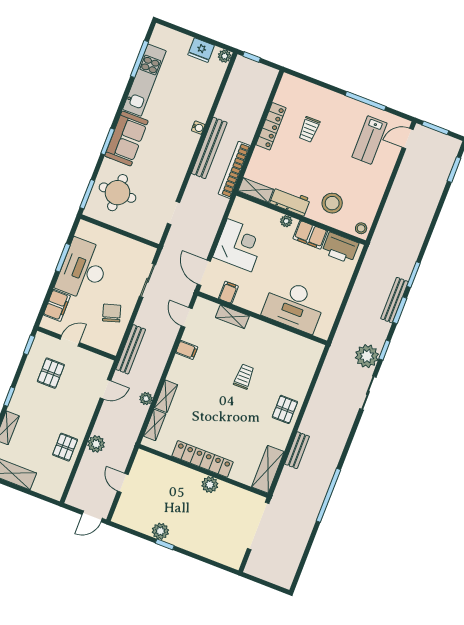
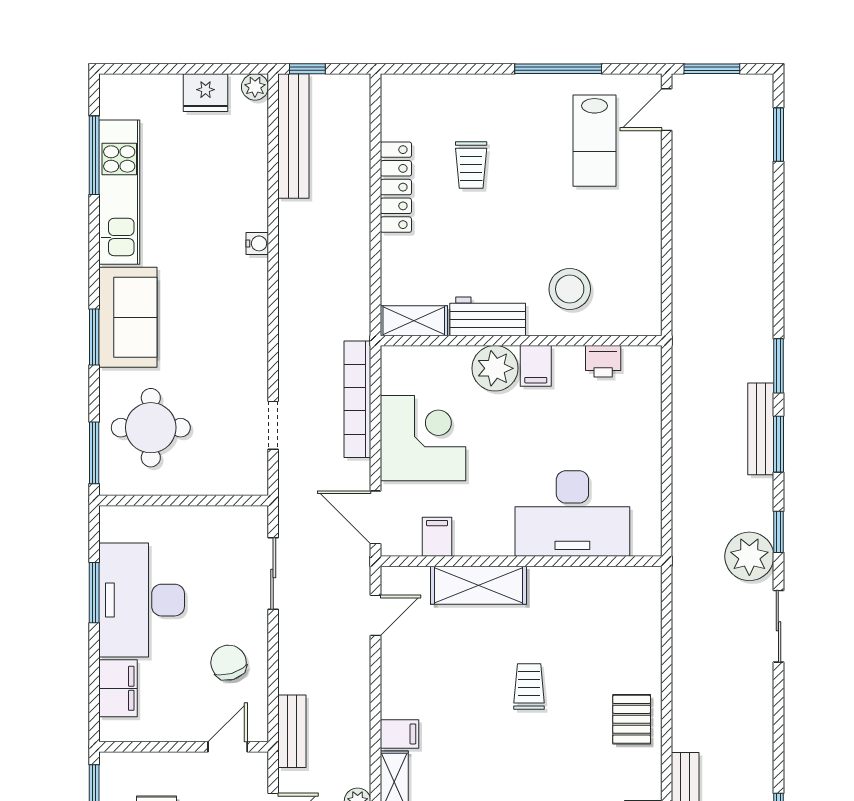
bench: (209, 148) -> (293, 136), moved
bookcase: (234, 170) -> (357, 399), moved
plant: (286, 221) -> (495, 368), width x1.87, depth x1.87
stool: (361, 228) -> (644, 316), removed
filing cabinet: (310, 235) -> (536, 366), width x0.50
printer: (340, 248) -> (603, 361), width x0.53, depth x0.68
door: (187, 317) -> (376, 615), swing flipped
shelving: (232, 317) -> (478, 585), width x1.50, depth x1.33
door: (70, 341) -> (228, 747), moved
bench: (131, 349) -> (292, 731), width x0.73
filing cabinet: (187, 350) -> (399, 734), moved

